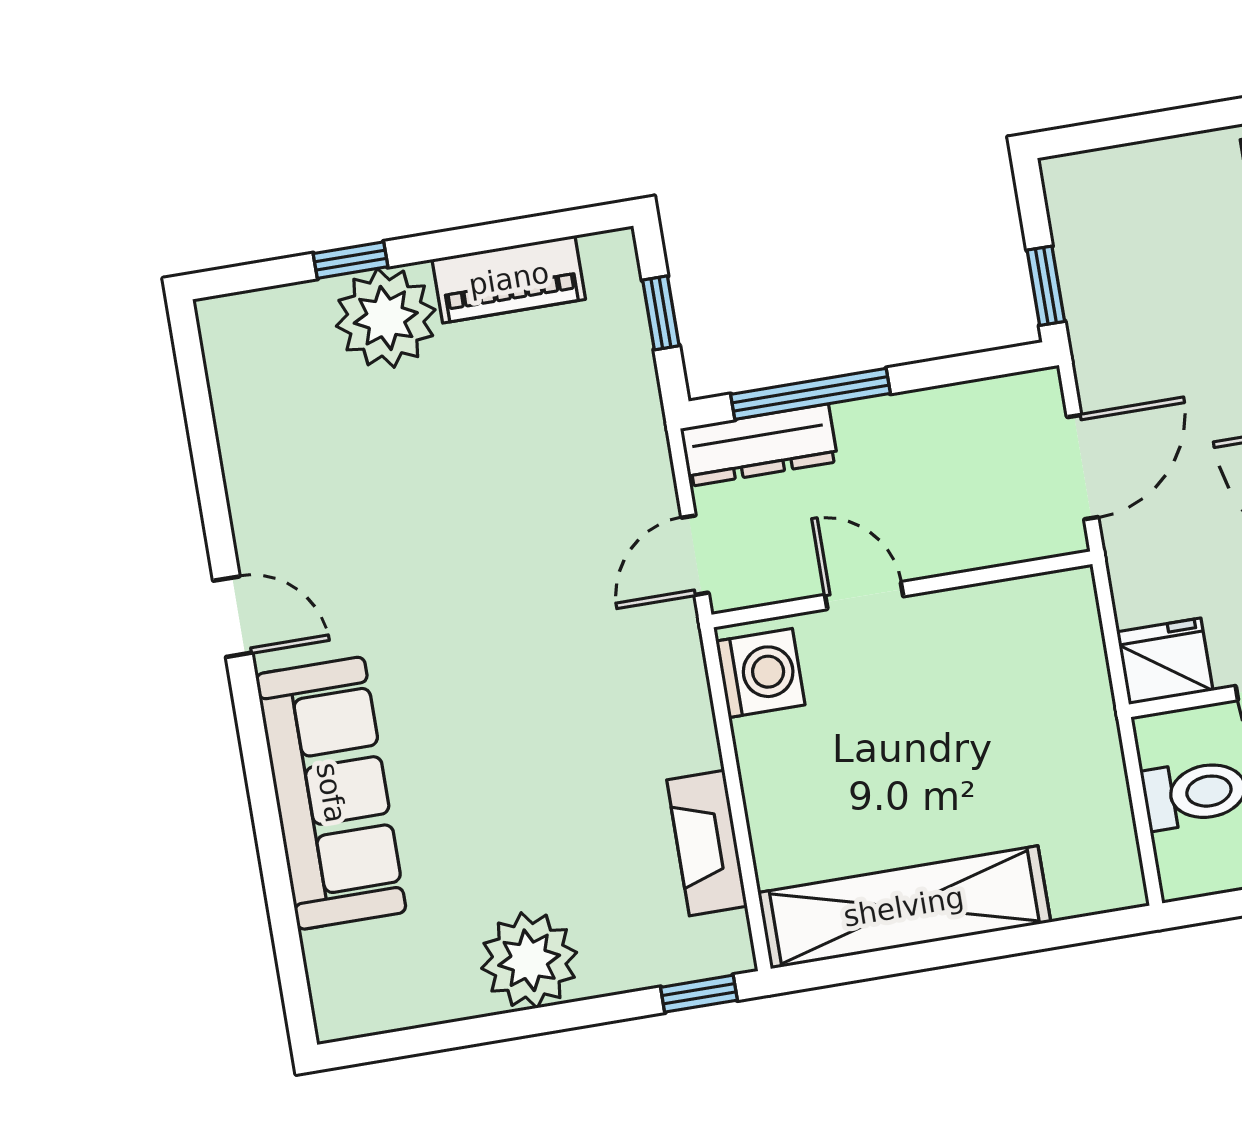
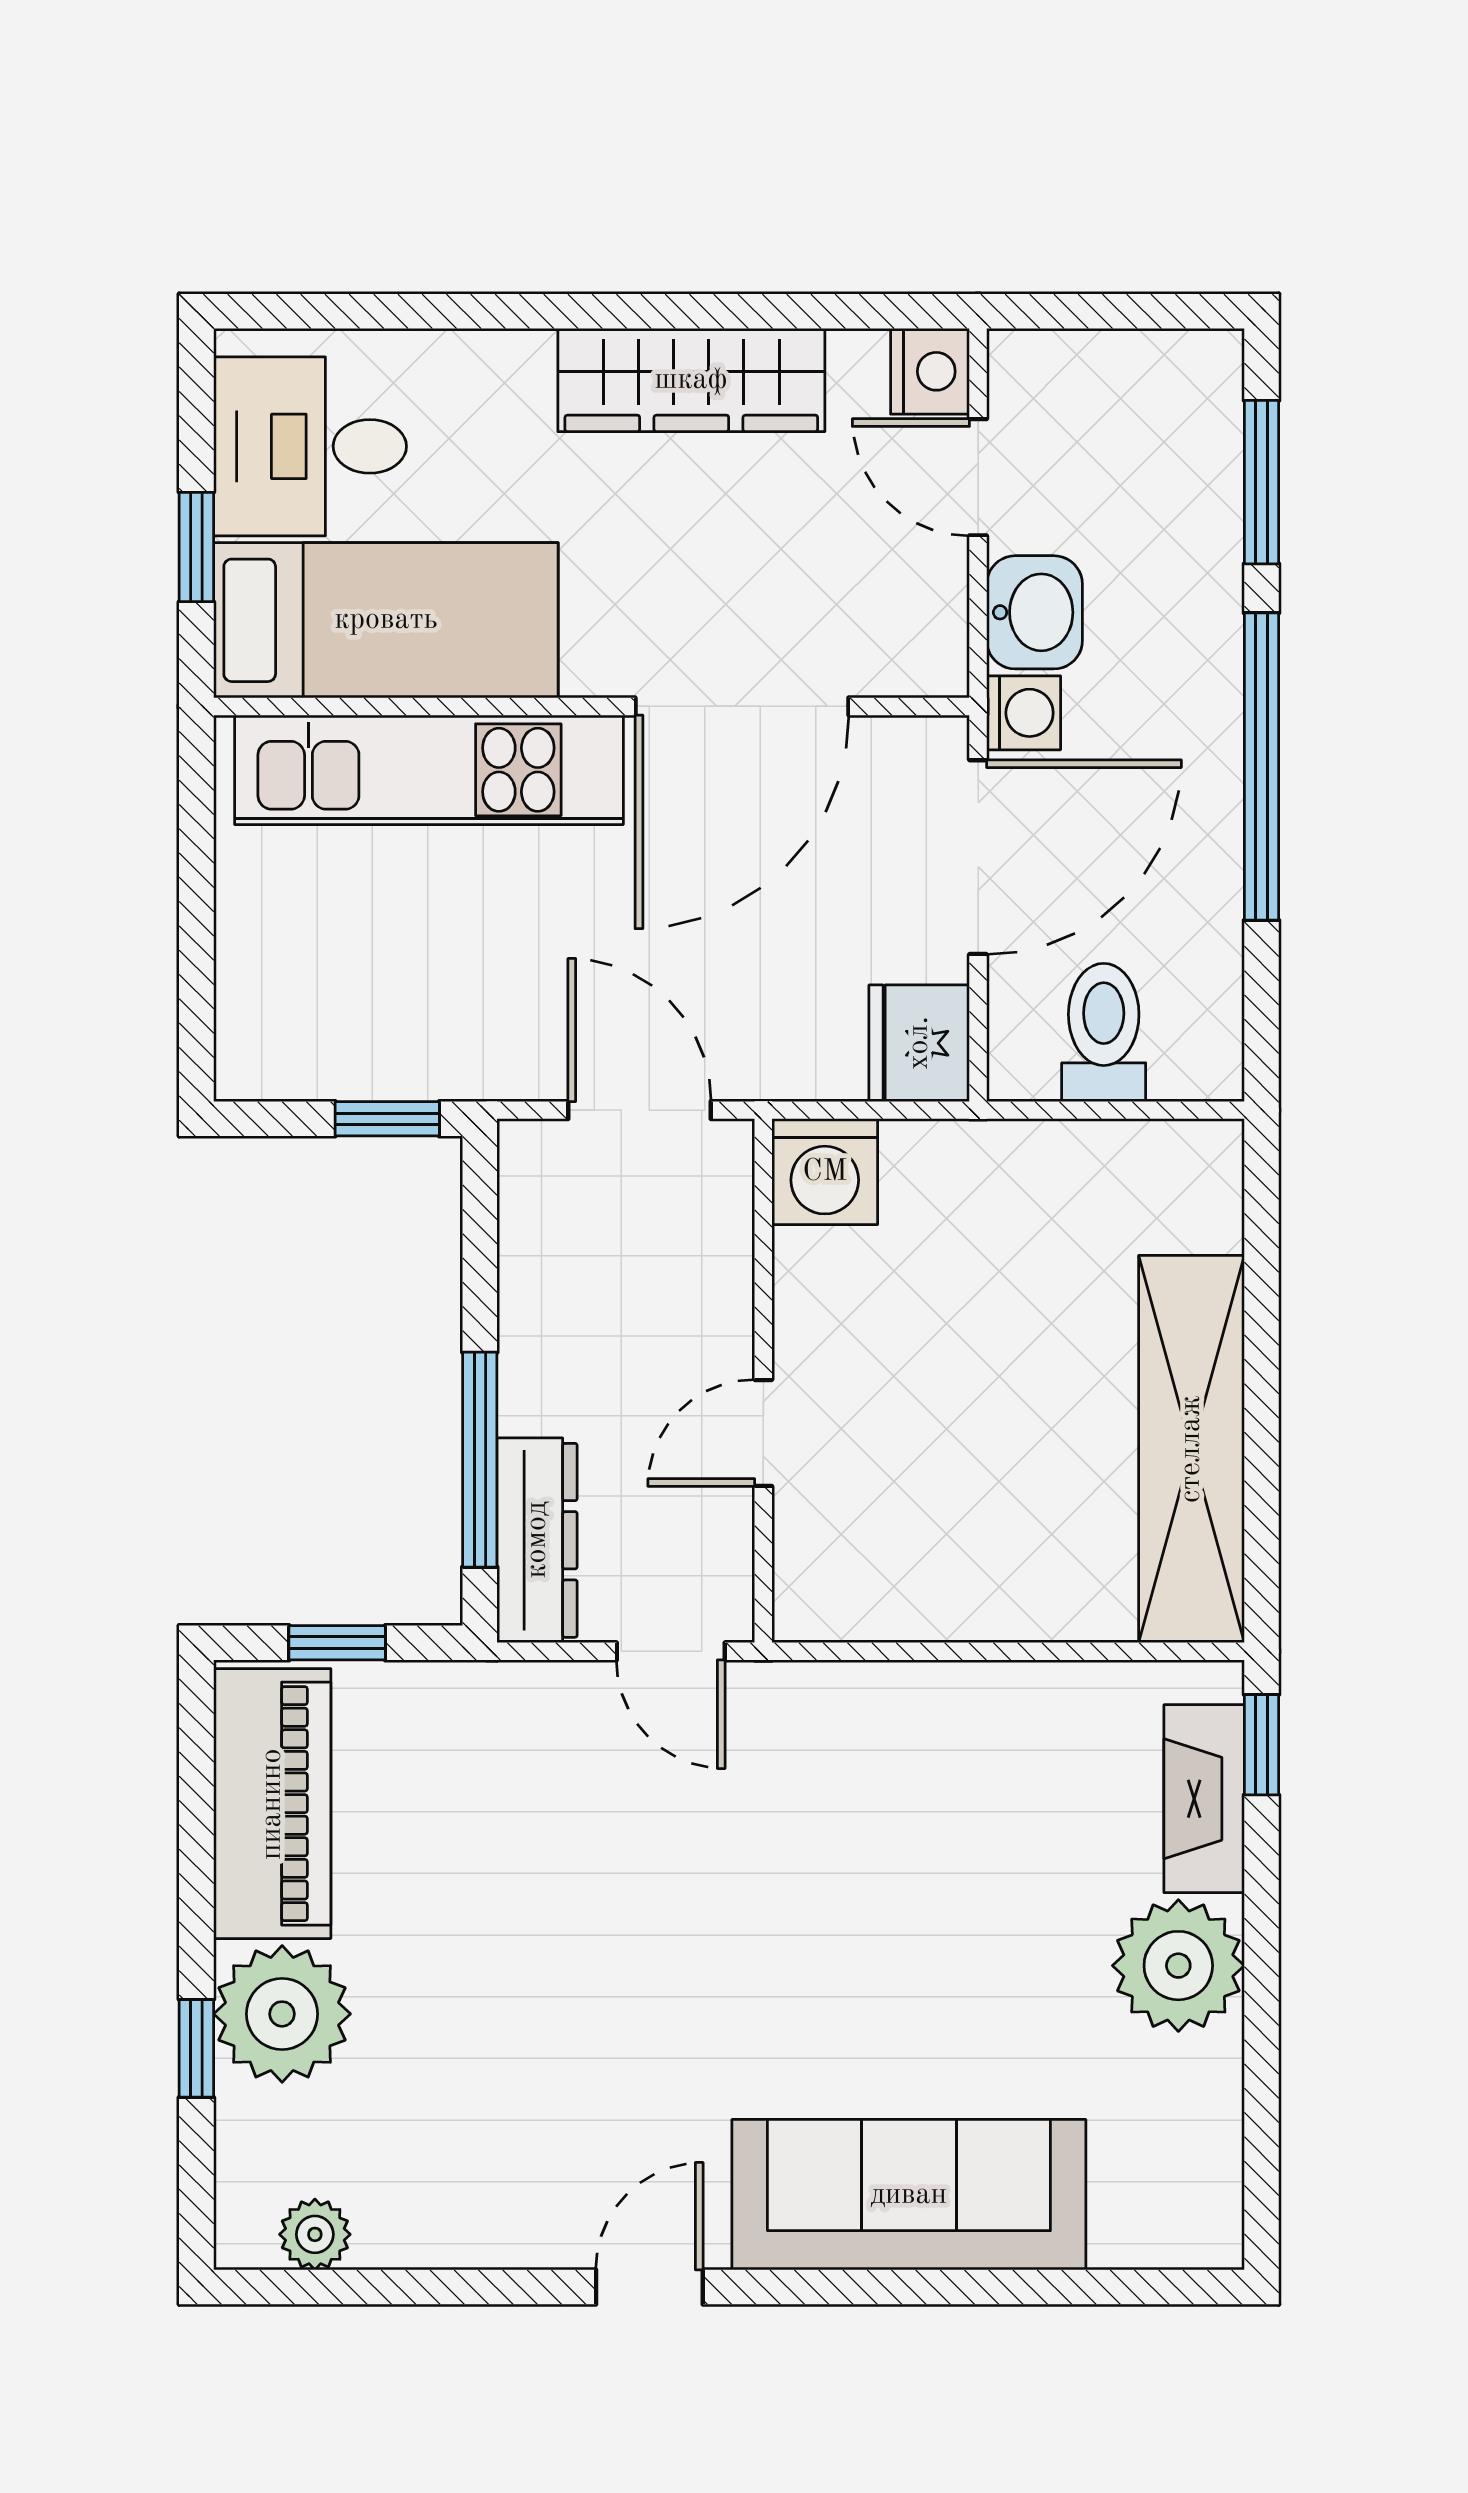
piano: (509, 279) -> (272, 1804), width x1.37, depth x1.33
plant: (230, 368) -> (315, 2234), added
washing machine: (760, 673) -> (825, 1172), moved, turned 180
fireplace: (707, 843) -> (1204, 1799), moved, turned 90

